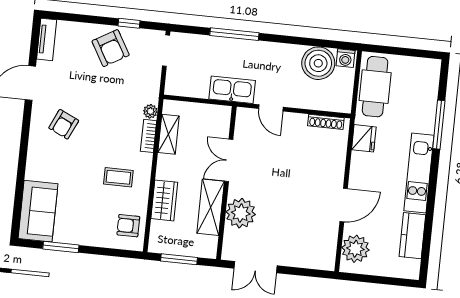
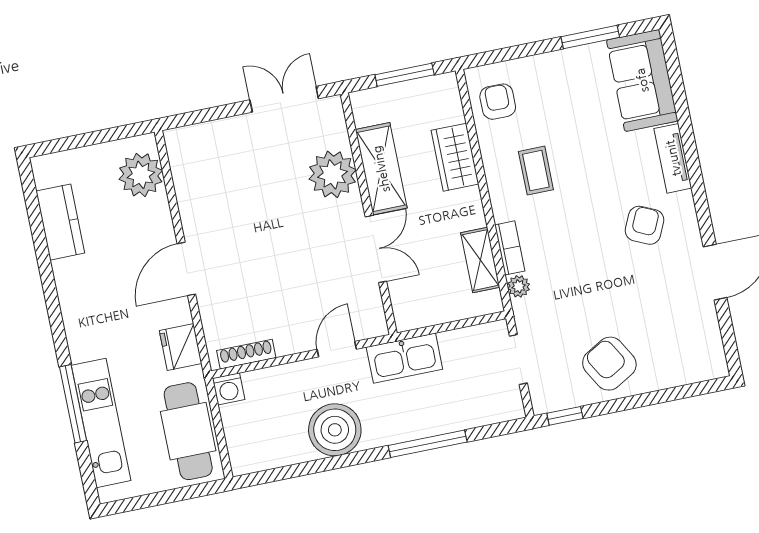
window: (129, 23) -> (565, 416), moved
tv unit: (47, 39) -> (673, 158), moved
doorway: (166, 51) -> (518, 359), moved
washing machine: (345, 58) -> (229, 389), moved, turned 180
boiler: (318, 63) -> (335, 430), moved
door: (271, 108) -> (337, 349), hinge flipped
kitchen unit: (419, 173) -> (101, 423), moved
coffee table: (118, 177) -> (536, 171), turned 90
door: (344, 205) -> (186, 269), moved
armchair: (128, 226) -> (498, 102), turned -90

